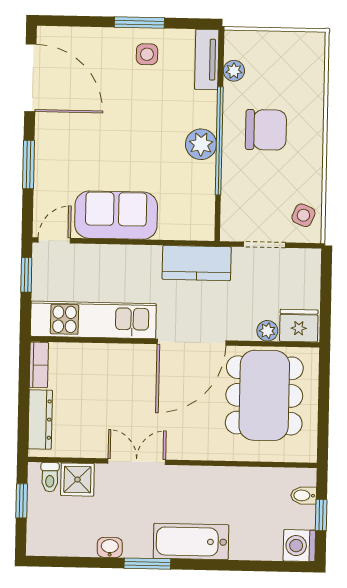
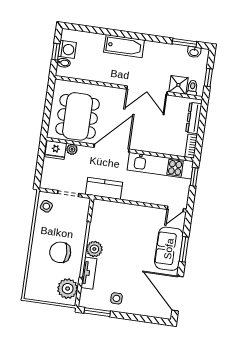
window: (139, 23) -> (97, 312), moved
tv unit: (207, 59) -> (89, 273), moved
plant: (234, 71) -> (68, 289), width x1.88, depth x1.88
sofa: (116, 215) -> (169, 249), moved, turned 90
window: (26, 275) -> (194, 177), moved
double door: (137, 462) -> (147, 90), width x1.37
washing machine: (299, 546) -> (67, 49), moved
washbasin: (110, 547) -> (194, 52), moved
window: (147, 564) -> (184, 43), moved

